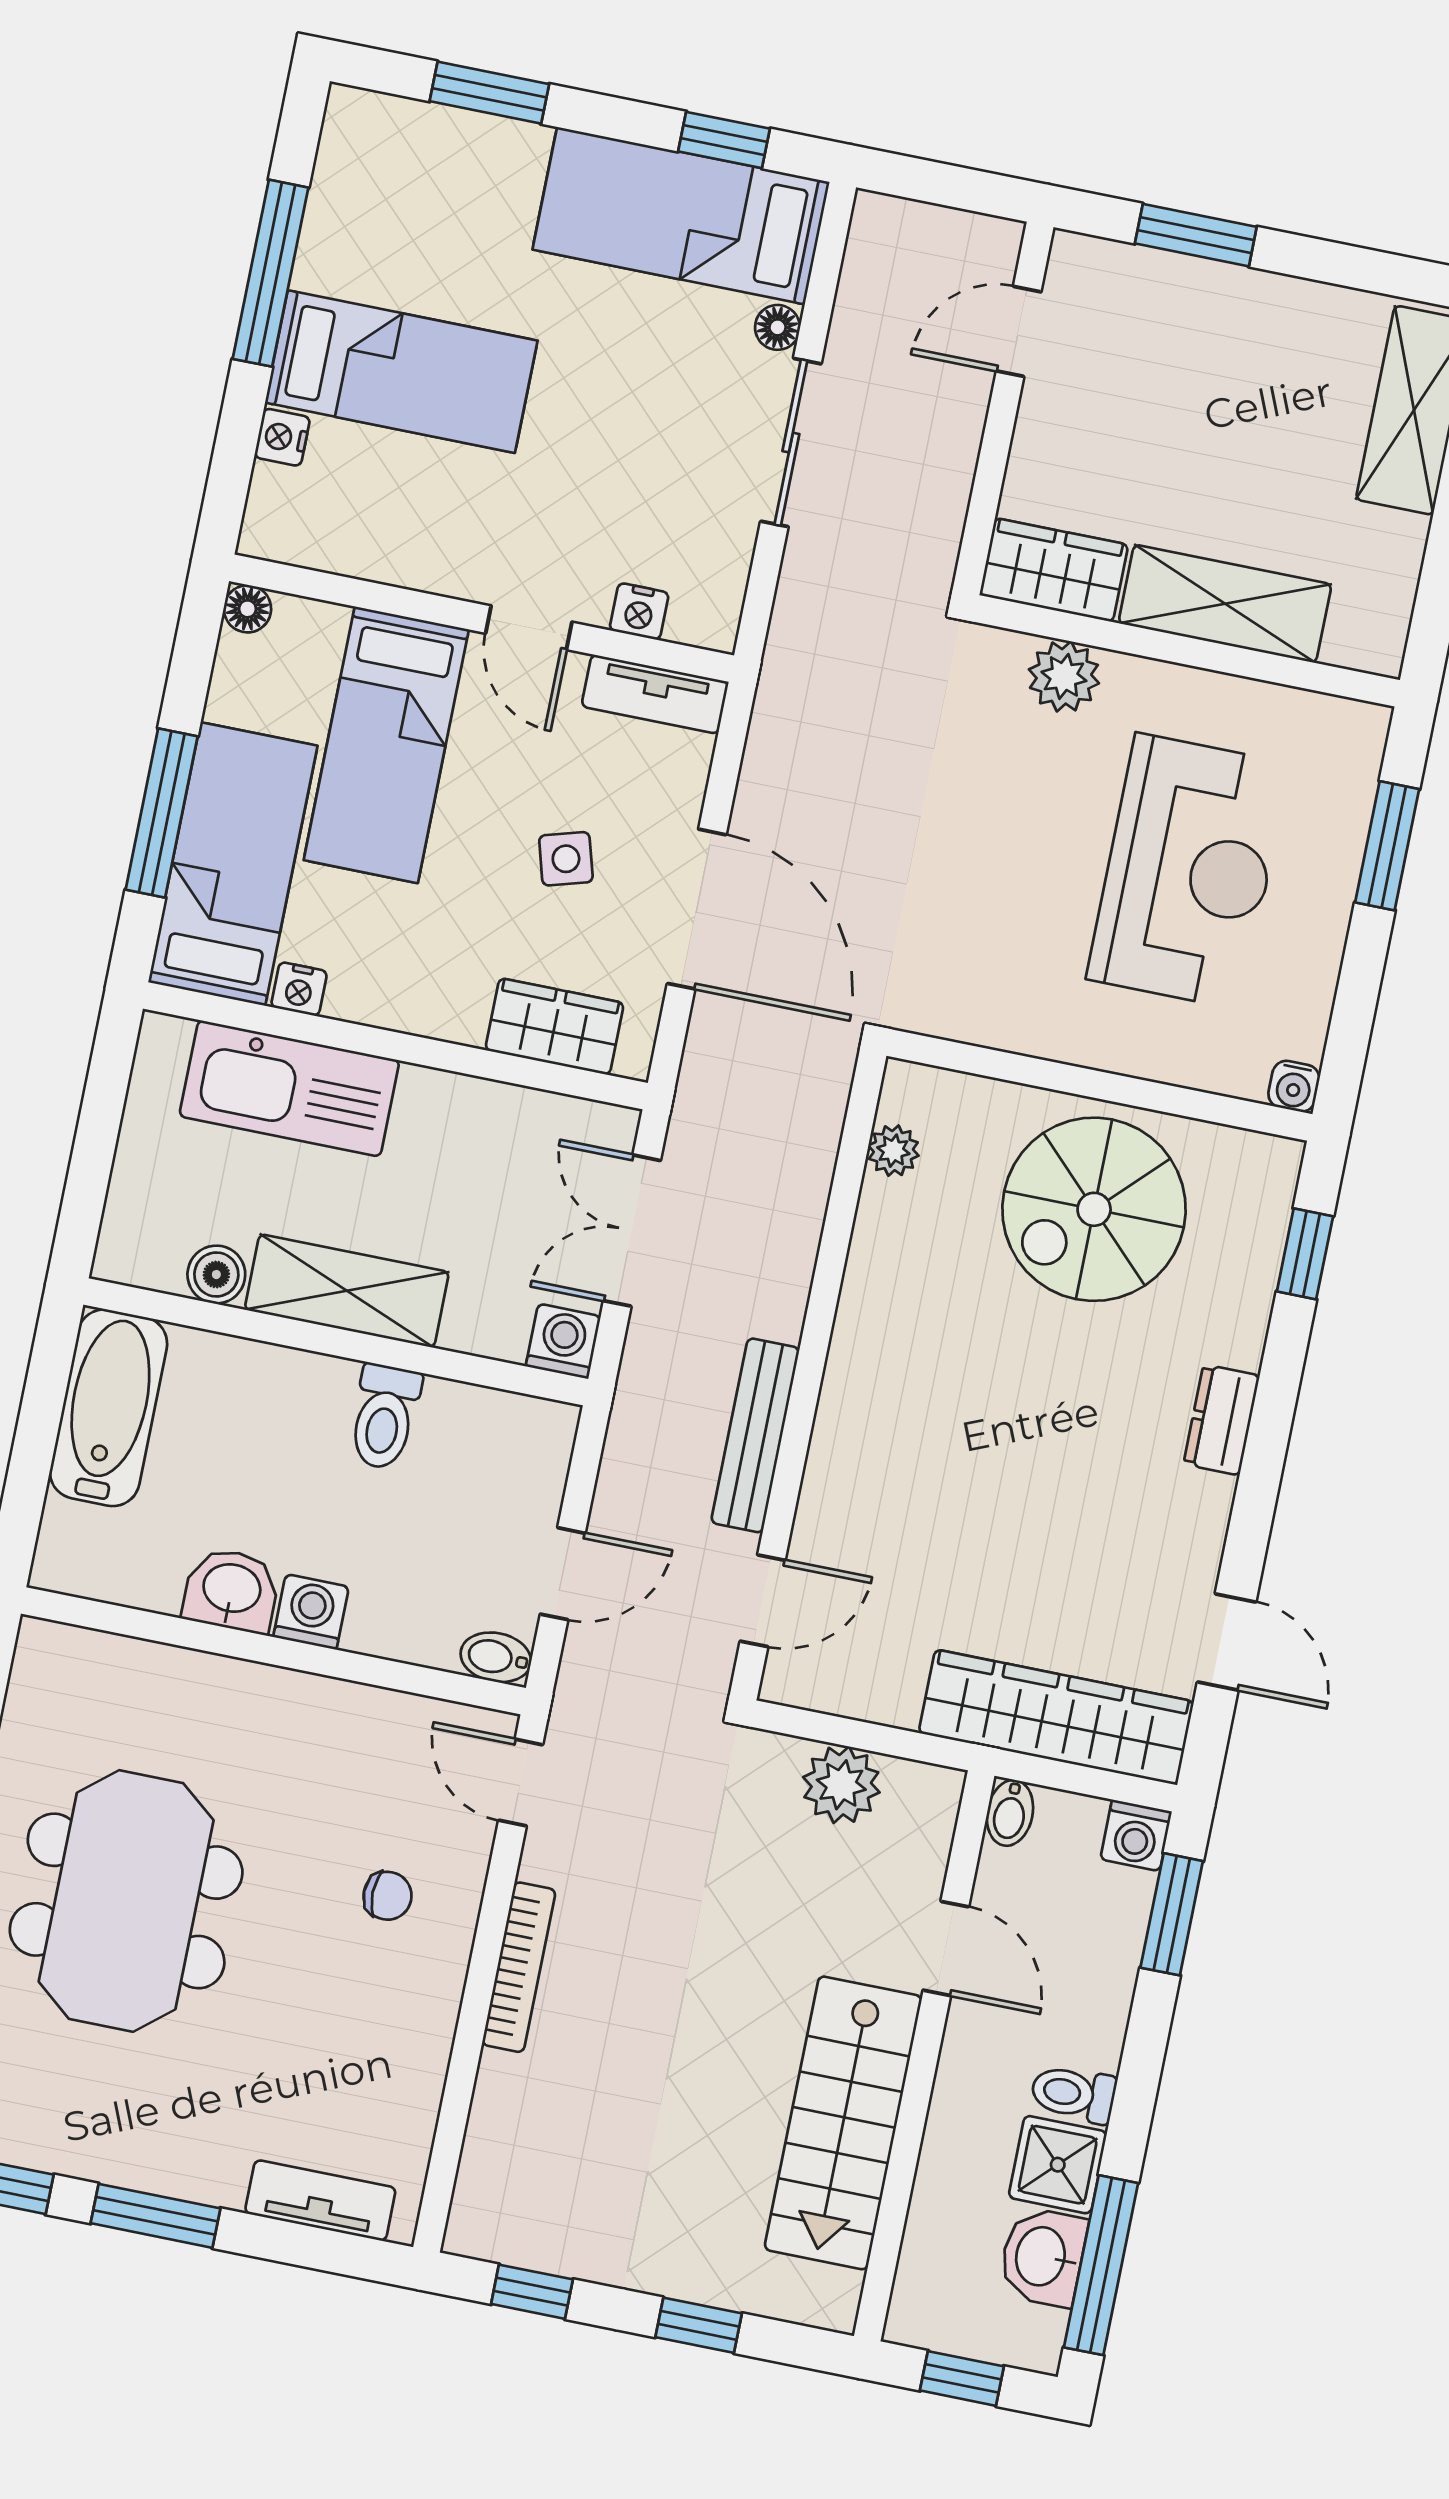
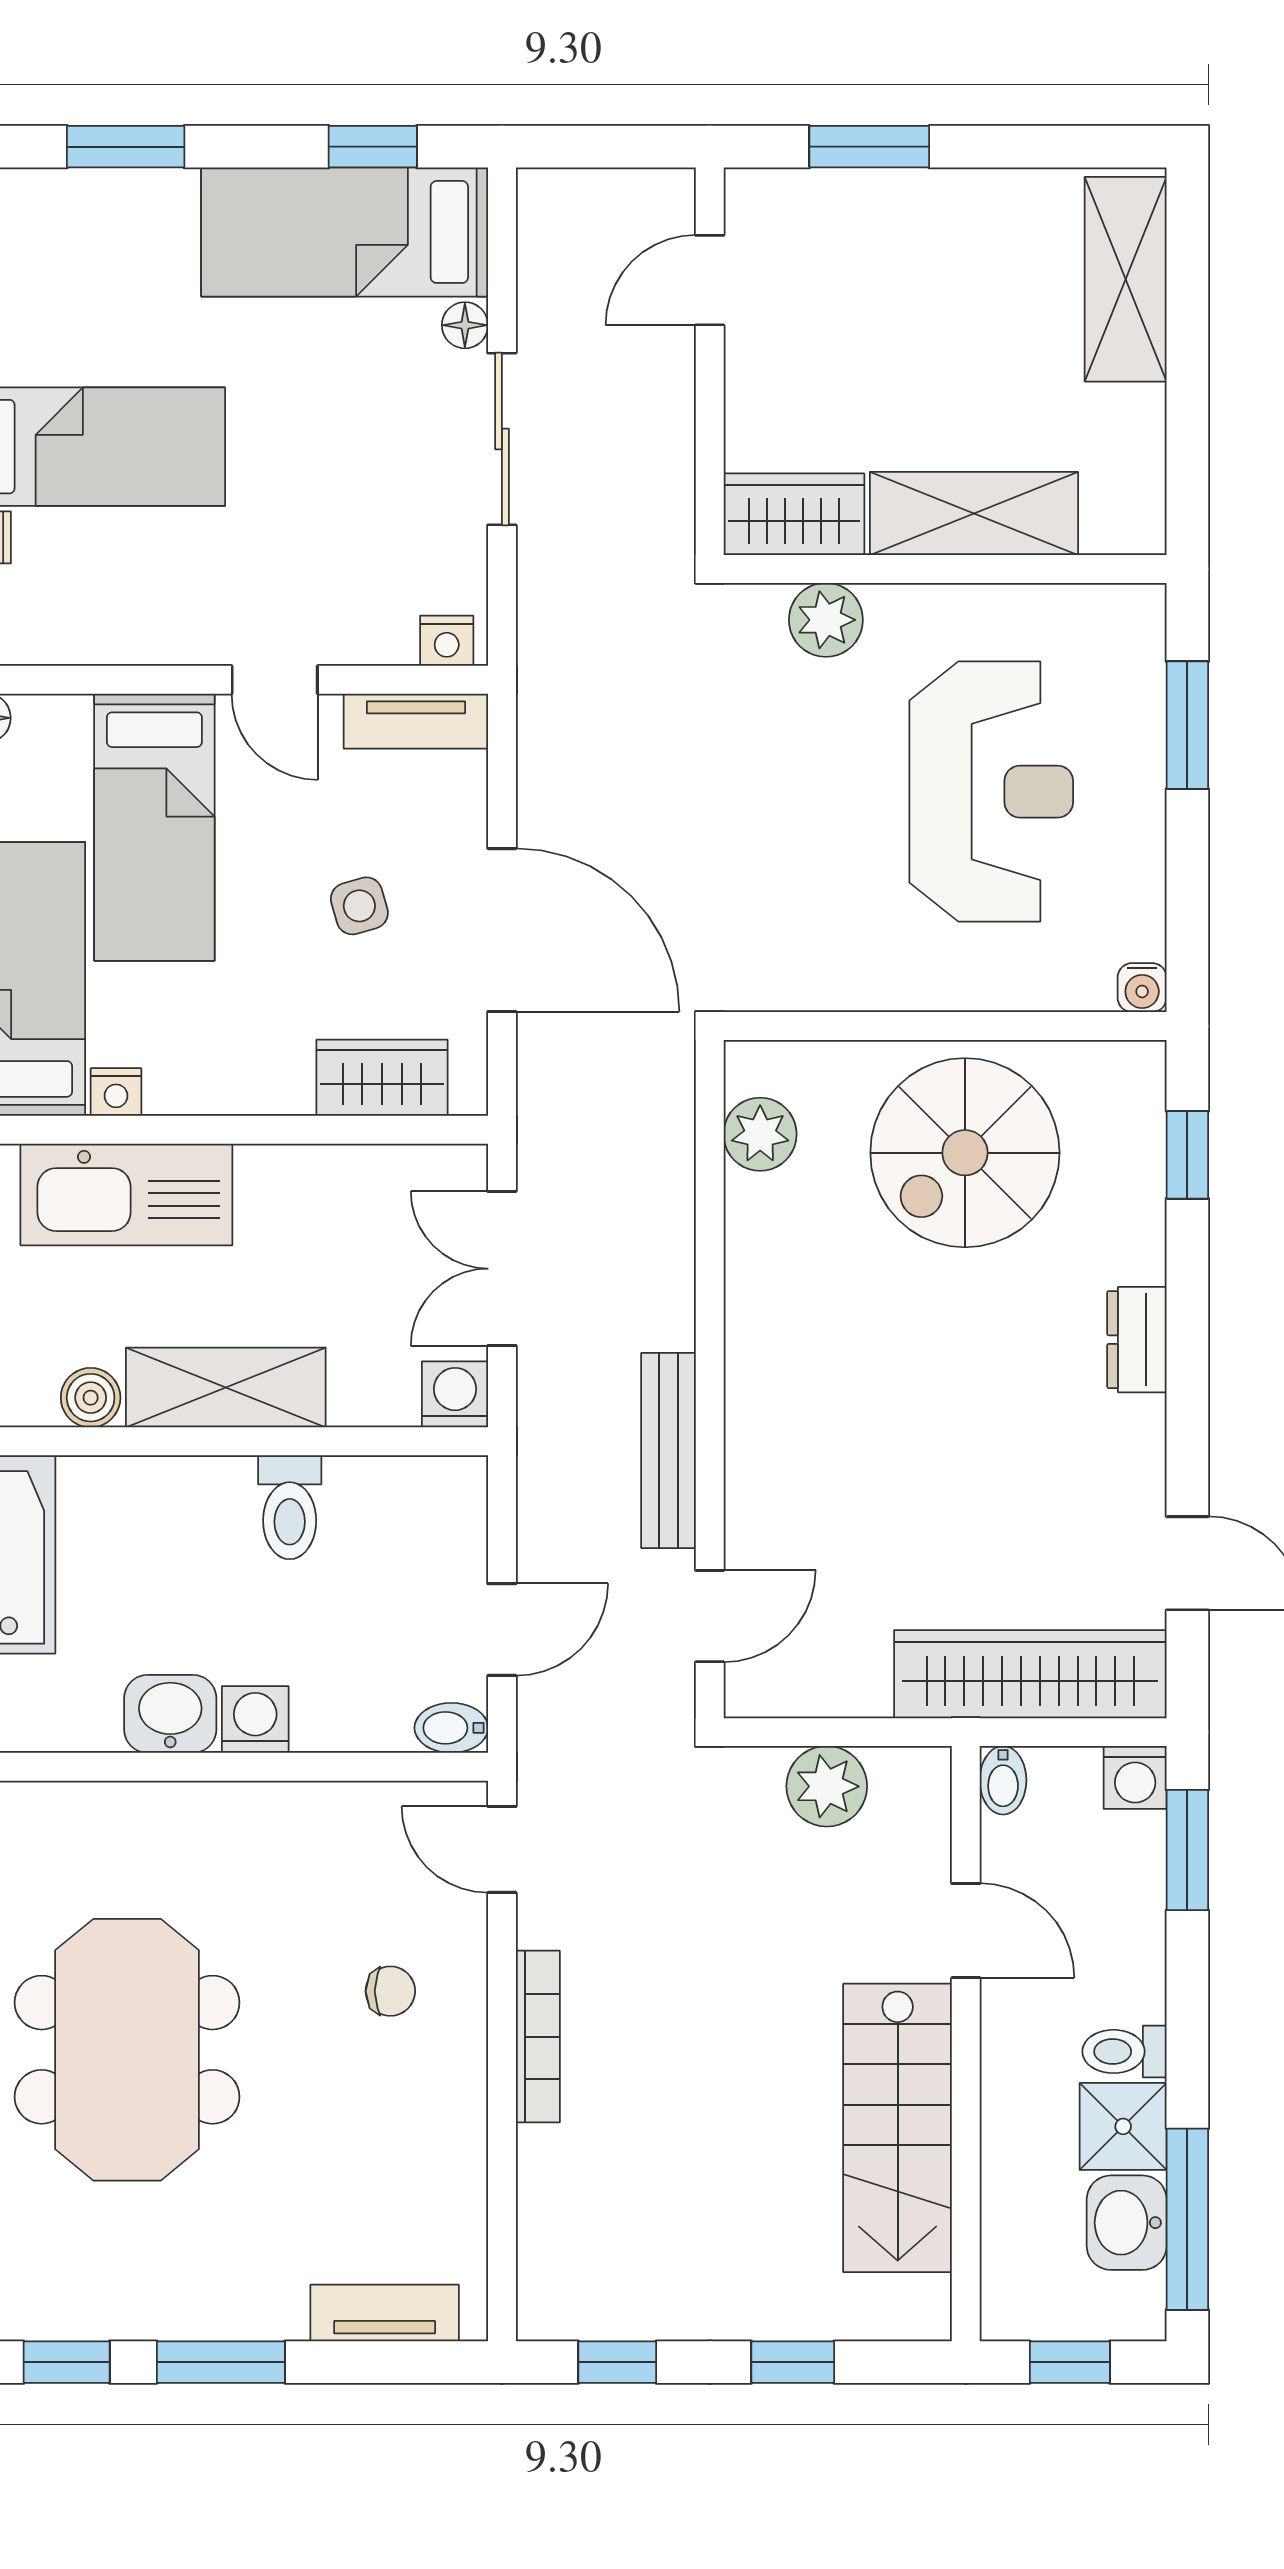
nightstand: (639, 611) -> (447, 641), moved
plant: (893, 1151) -> (760, 1134), width x1.38, depth x1.38

